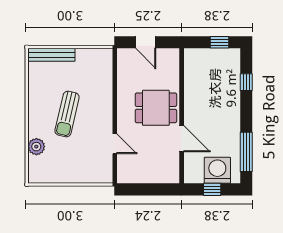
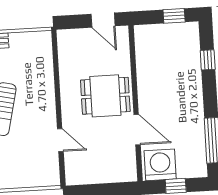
door: (146, 42) -> (103, 20), moved
washing machine: (217, 170) -> (160, 165), moved

